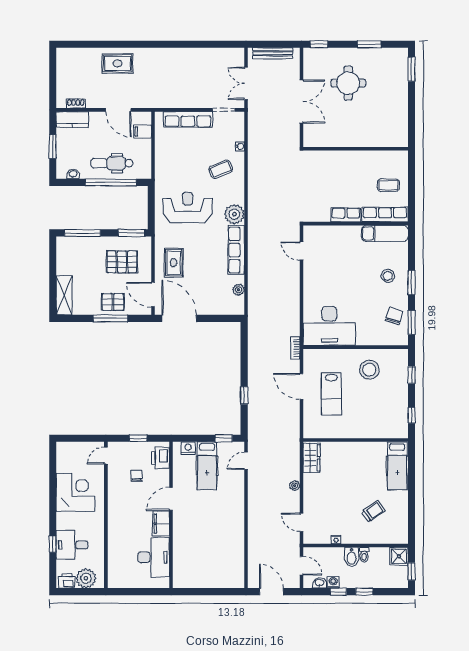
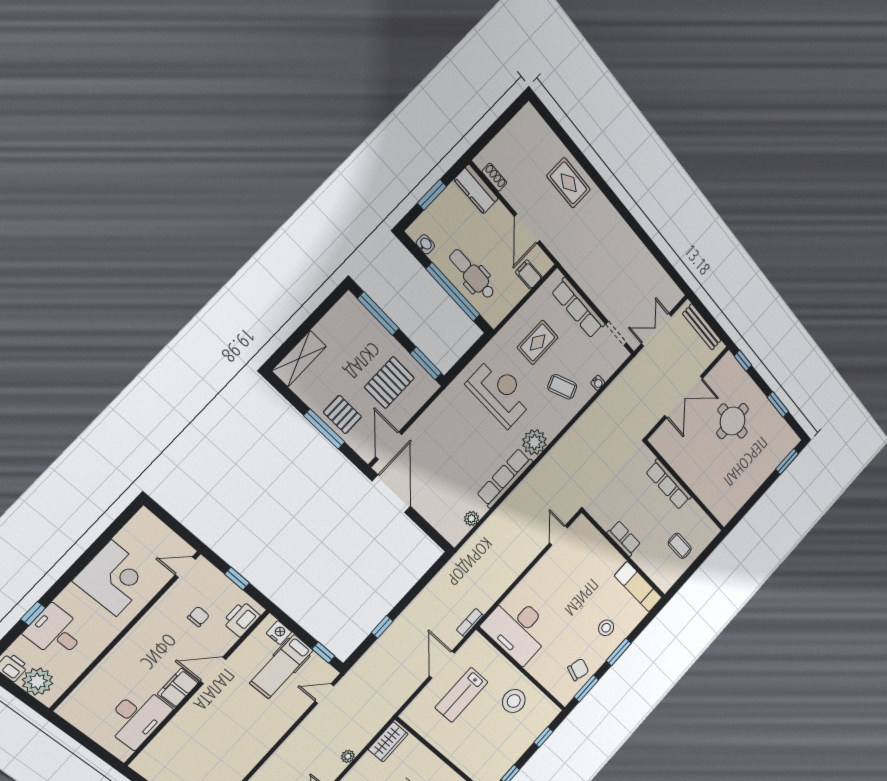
row of seats: (385, 215) -> (669, 484), moved, turned 180
pallet: (122, 262) -> (389, 383), turned 90
rug: (174, 263) -> (538, 342), moved

